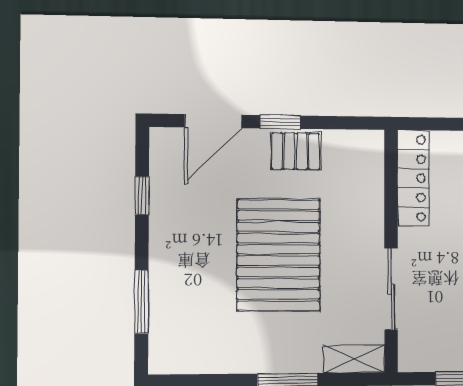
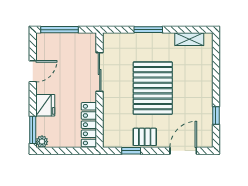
window: (280, 122) -> (131, 151), moved
window: (141, 302) -> (216, 66), removed
shelving: (354, 359) -> (189, 39), moved

